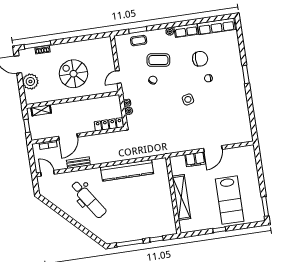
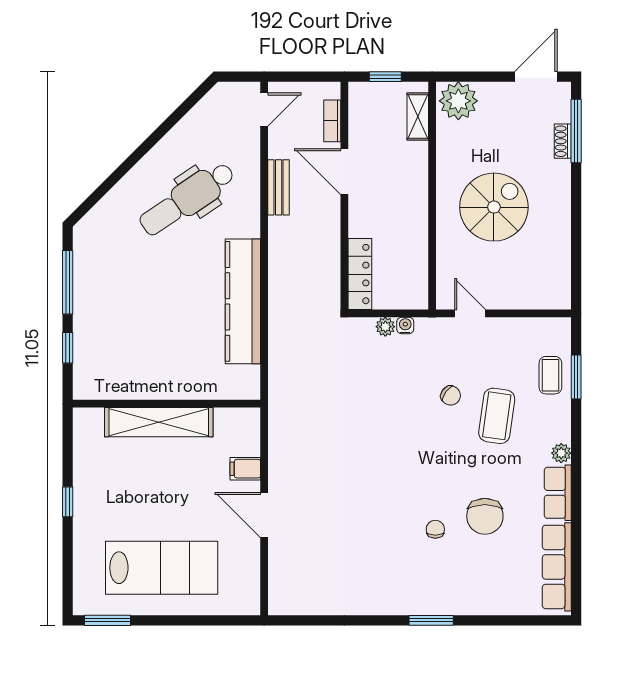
plant: (30, 82) -> (458, 101), moved
side table: (188, 99) -> (392, 473), removed
filing cabinet: (195, 159) -> (245, 469), width x0.50
lab bench: (230, 200) -> (162, 568), moved, turned 180

